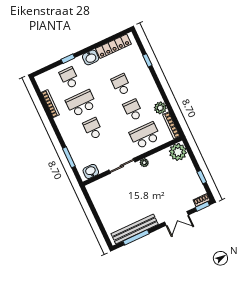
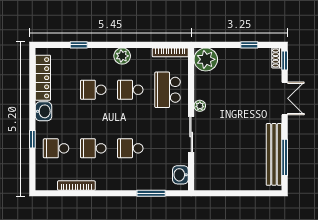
school desk: (81, 103) -> (93, 148), width x0.54
plant: (160, 108) -> (122, 56), moved

